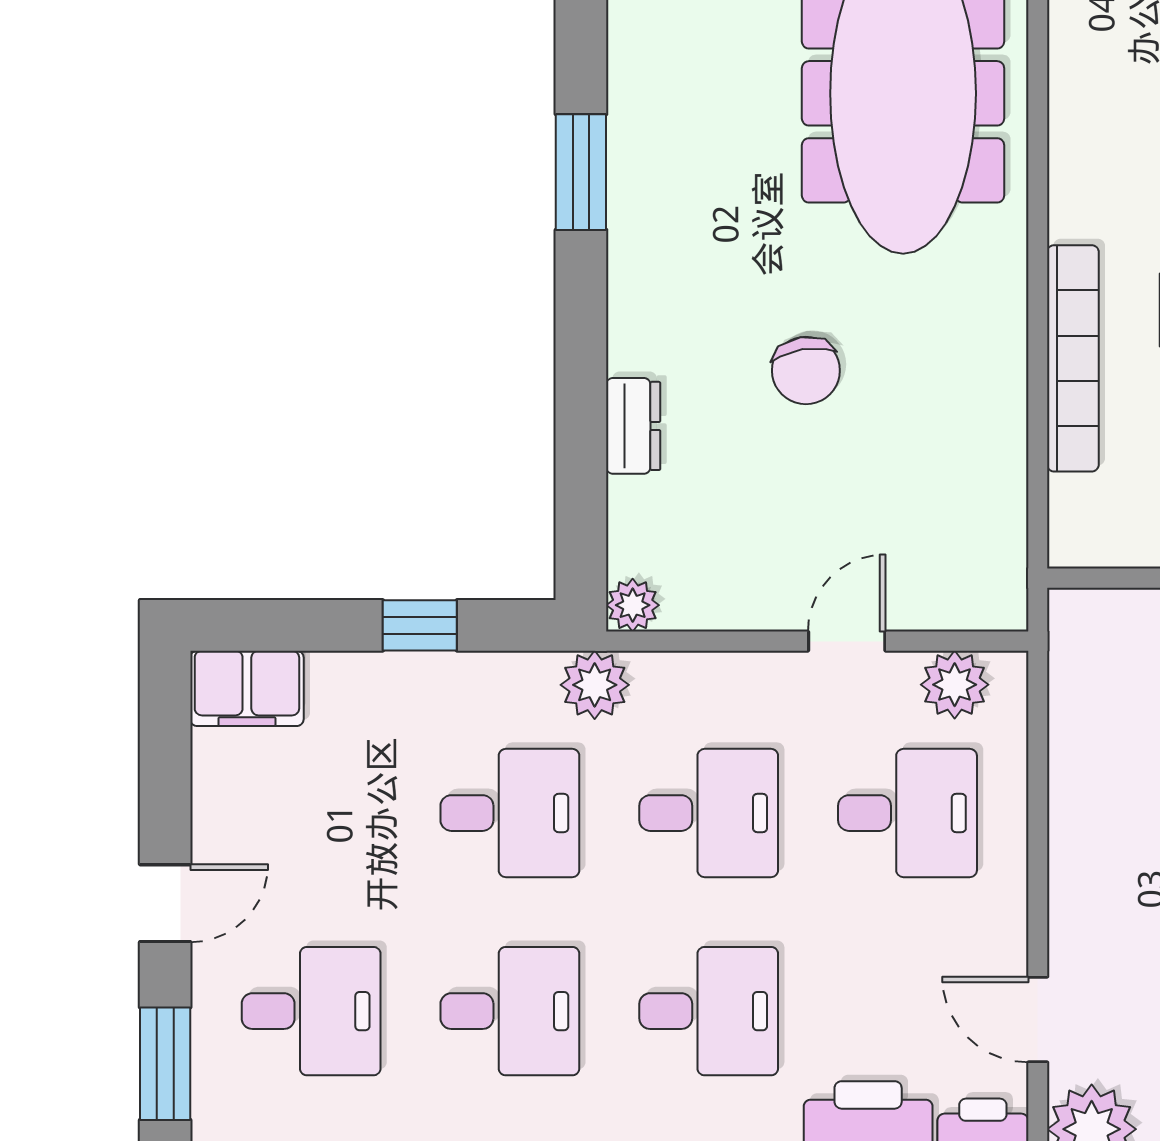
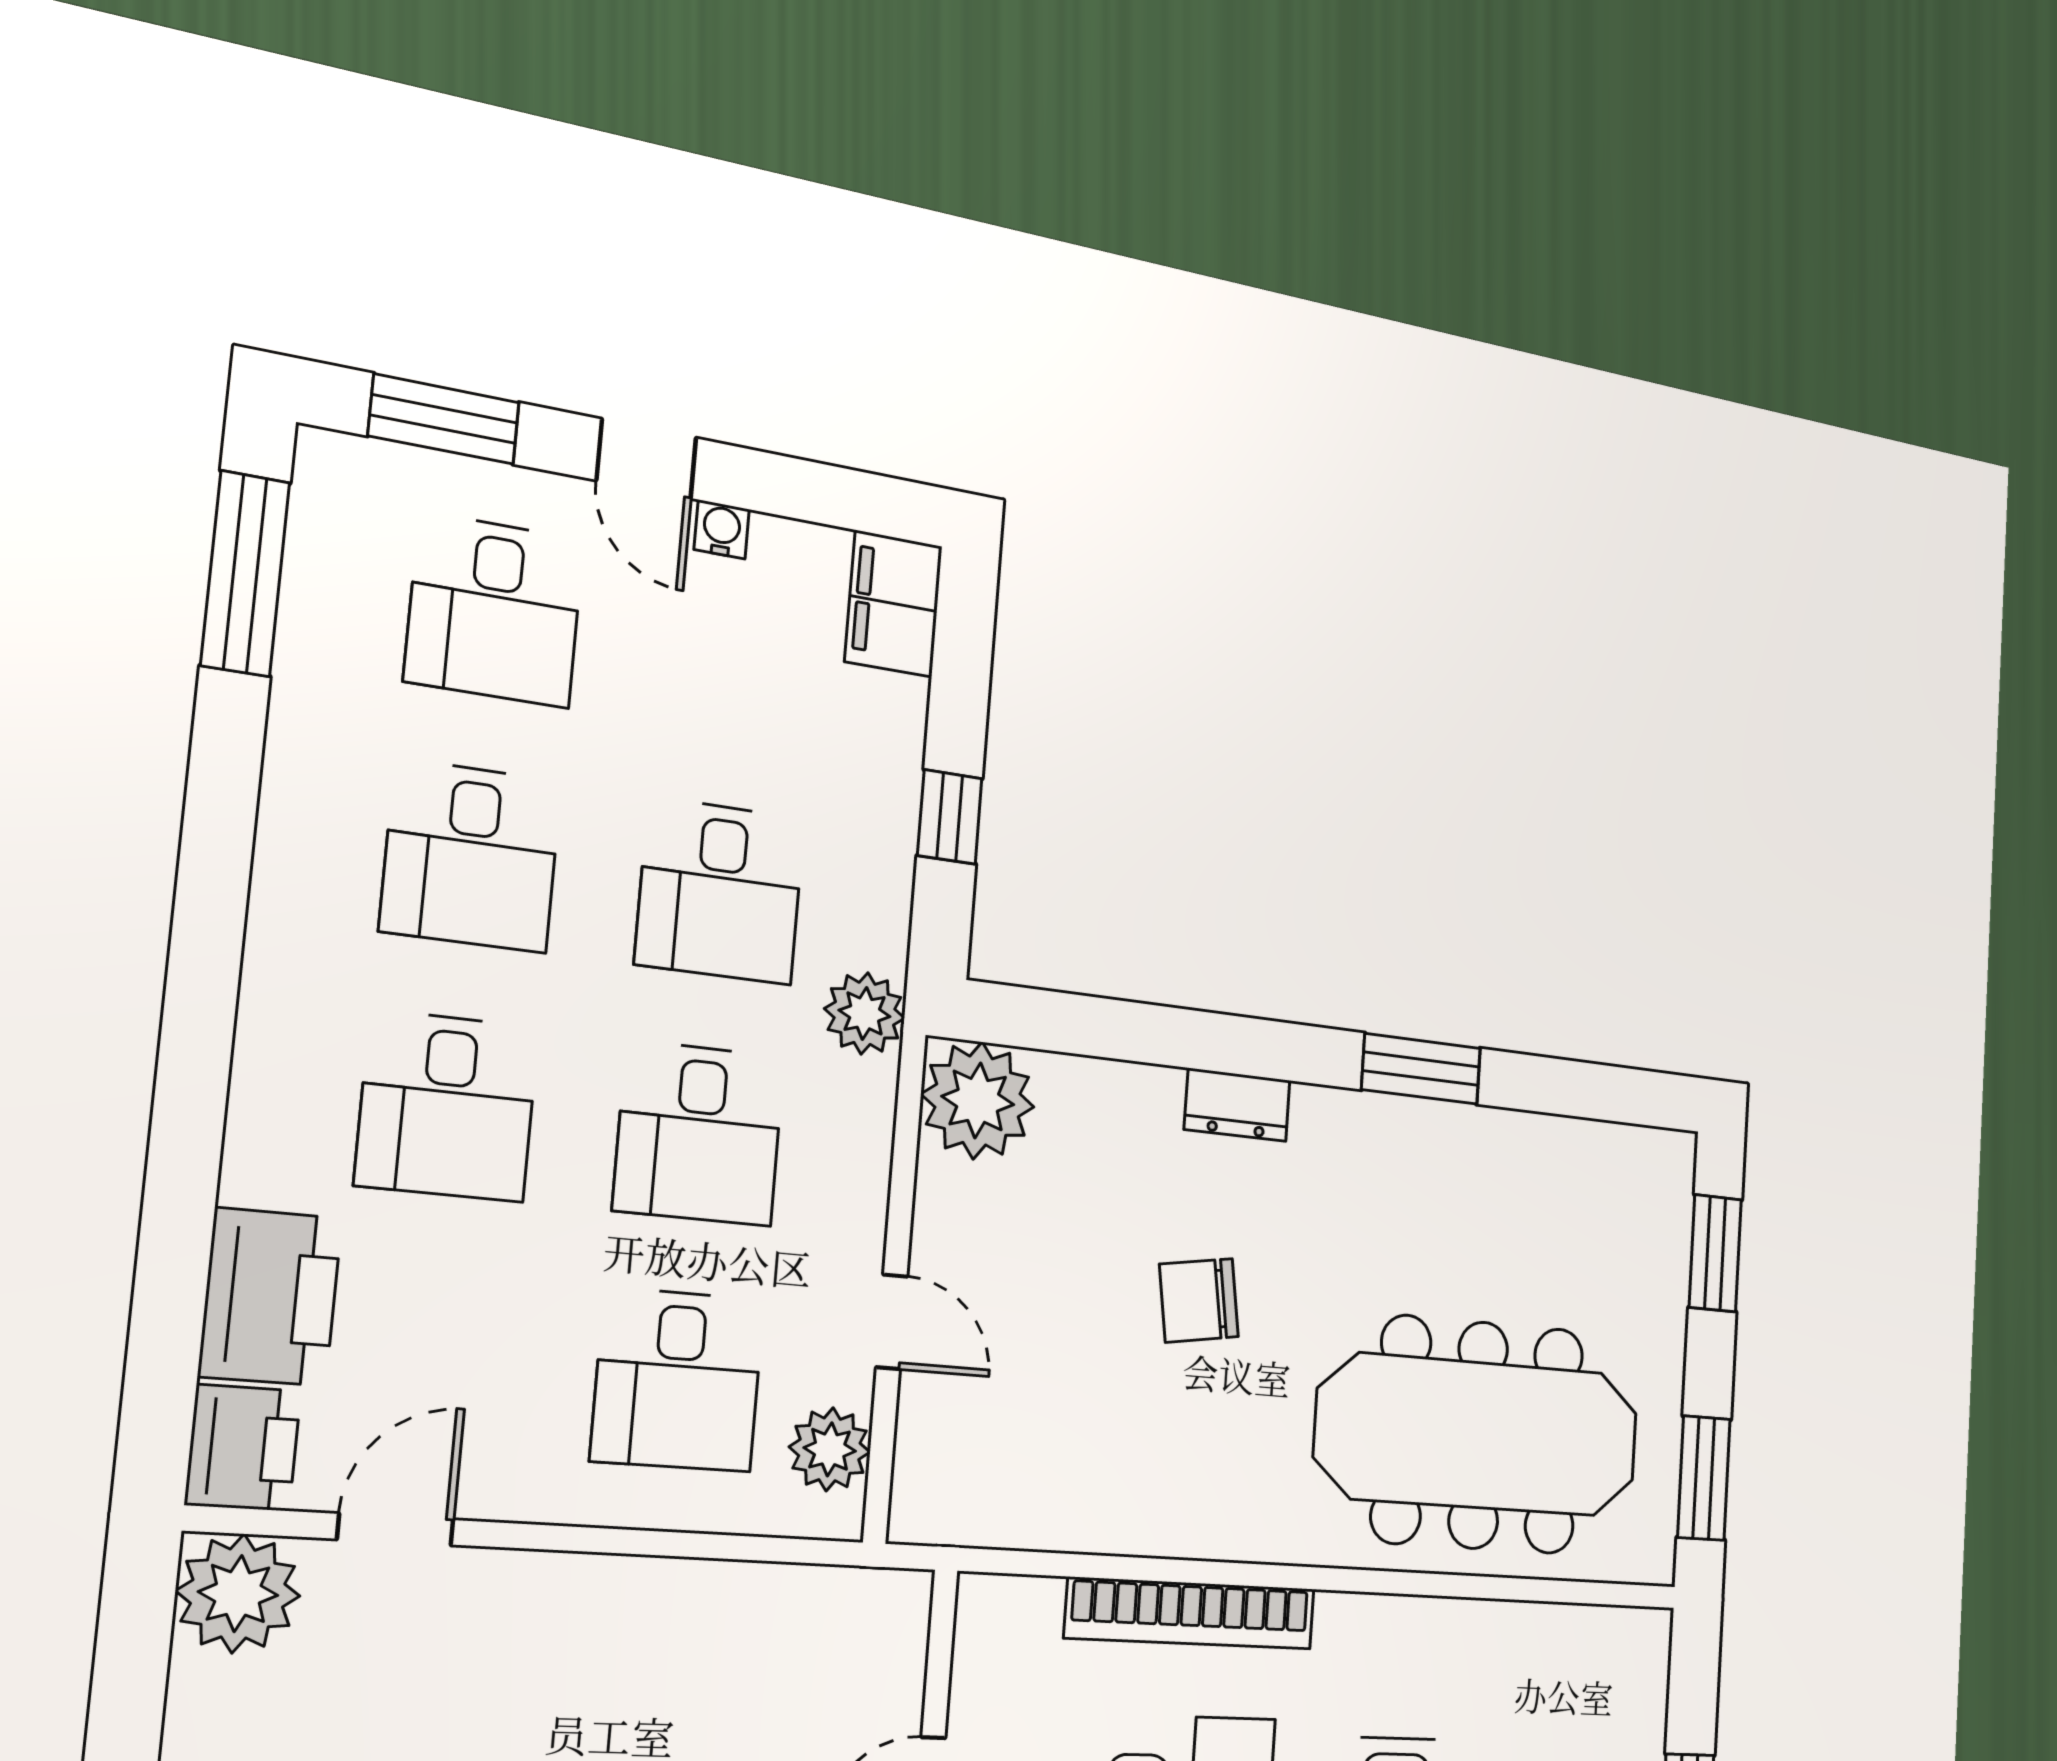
dresser: (633, 426) -> (1237, 1105), moved
plant: (633, 605) -> (978, 1100), width x1.88, depth x1.88
water cooler: (211, 837) -> (722, 529), added

